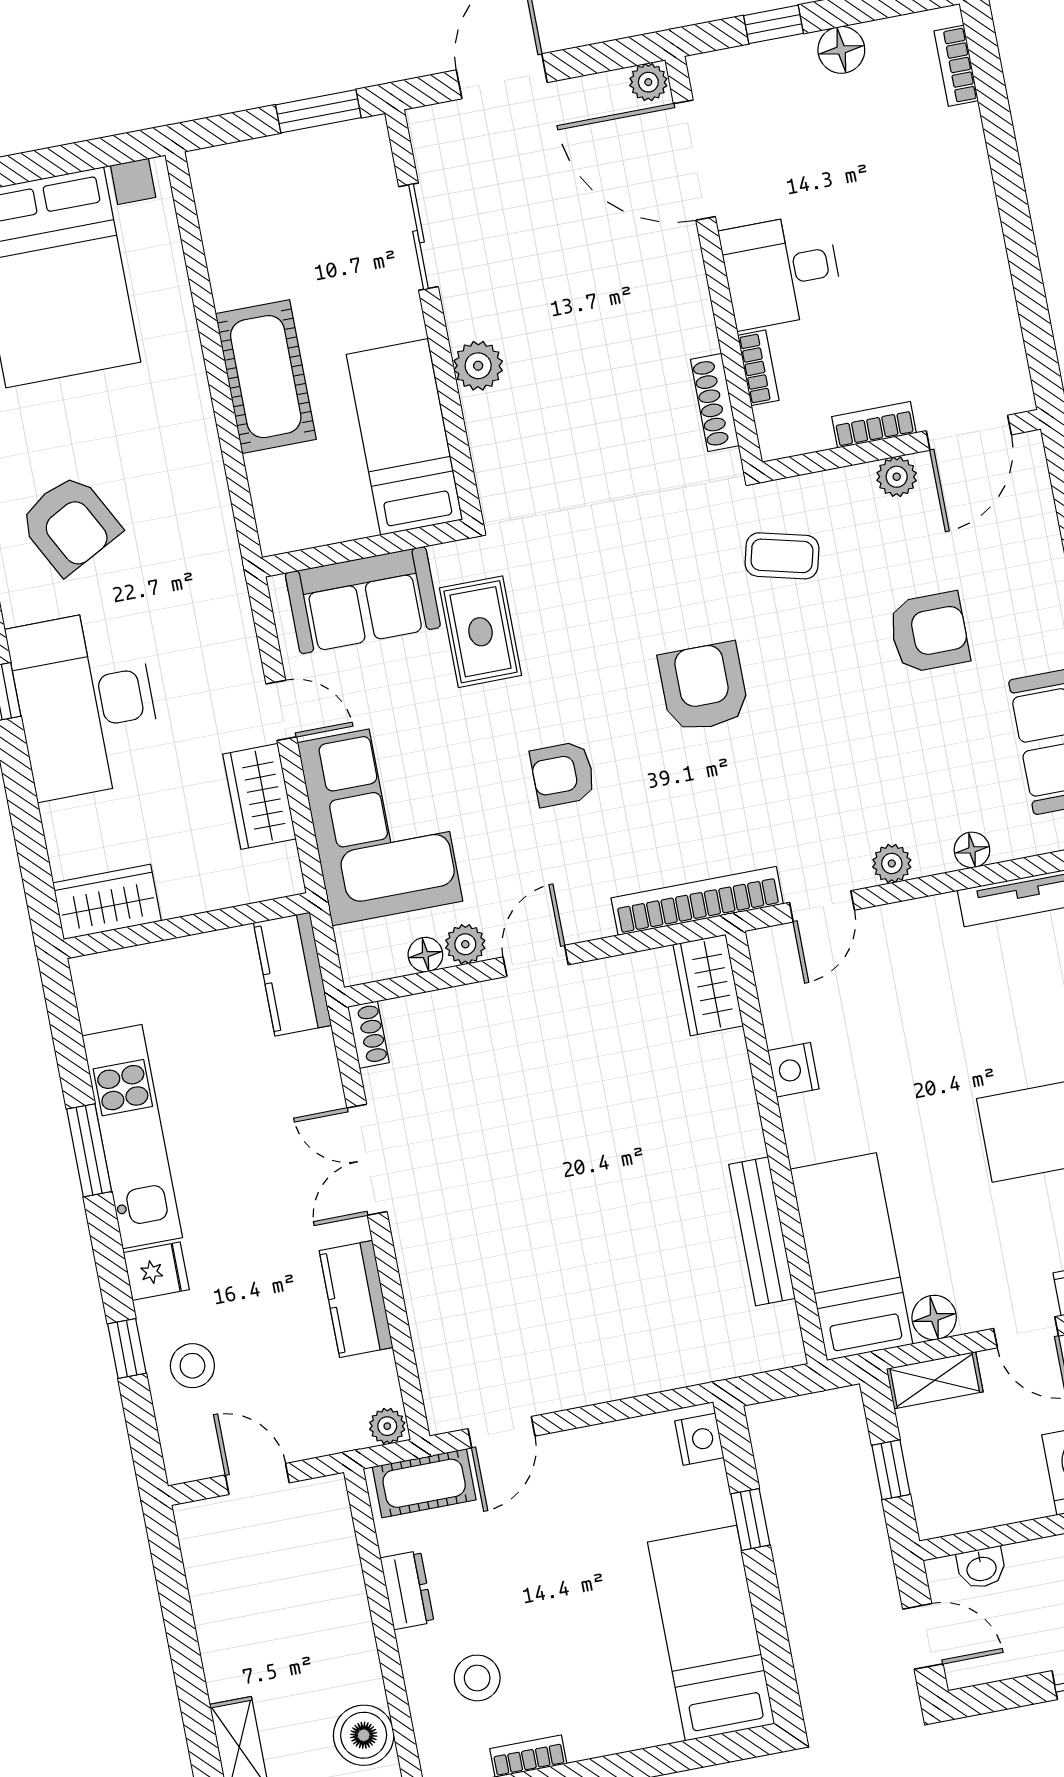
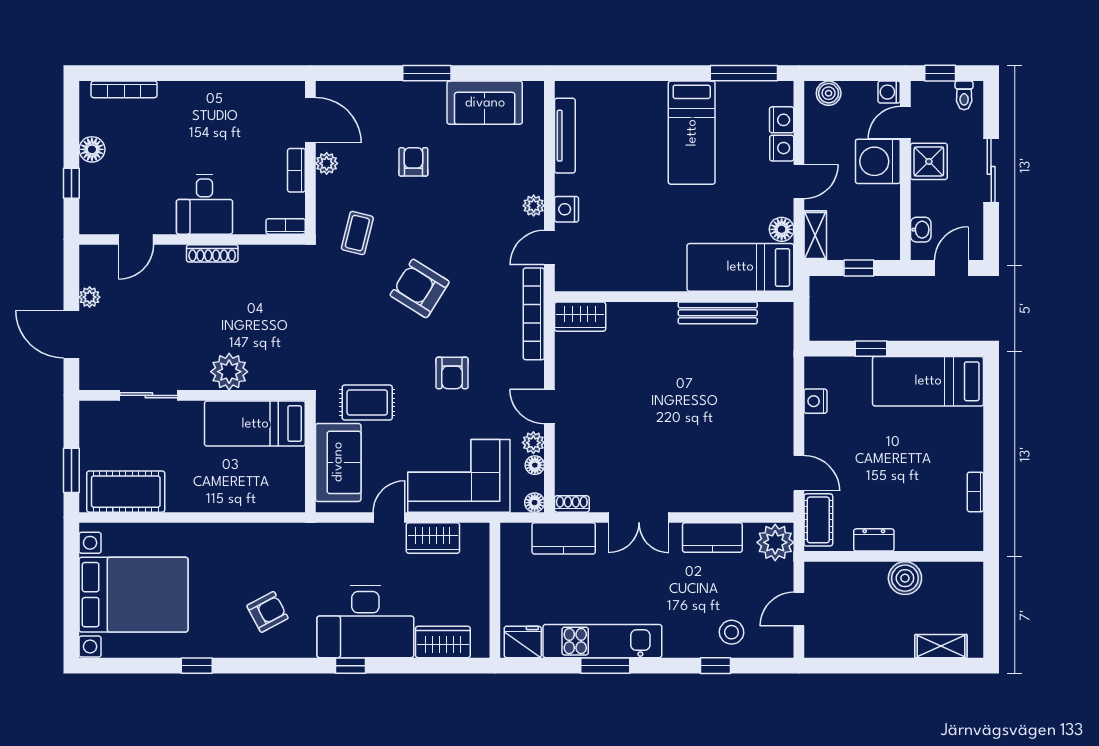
bookcase: (956, 66) -> (124, 89), width x1.56
plant: (648, 82) -> (90, 297), moved
window: (318, 111) -> (71, 470), moved
door: (694, 160) -> (136, 239), width x0.53
plant: (478, 366) -> (229, 372), width x1.36, depth x1.36
bookcase: (758, 368) -> (286, 226), moved
cot: (266, 377) -> (126, 492), moved
shoe rack: (715, 403) -> (212, 253), moved
armchair: (70, 524) -> (268, 612), width x0.72, depth x0.72
armchair: (929, 632) -> (413, 162), width x0.72, depth x0.72
armchair: (704, 687) -> (420, 288), turned 32
floor lamp: (972, 850) -> (535, 503), moved
wardrobe: (107, 902) -> (443, 642), moved, turned 90
door: (822, 906) -> (549, 247), swing flipped
kitchen counter: (292, 974) -> (564, 538), moved
nightstand: (793, 1070) -> (567, 209), moved, turned 90
fridge: (156, 1271) -> (523, 642), moved, width x1.38
plant: (387, 1426) -> (775, 542), width x1.88, depth x1.88
nightstand: (699, 1439) -> (815, 401), moved, turned -90
stool: (477, 1678) -> (928, 511), removed
boiler: (364, 1735) -> (905, 578), moved

